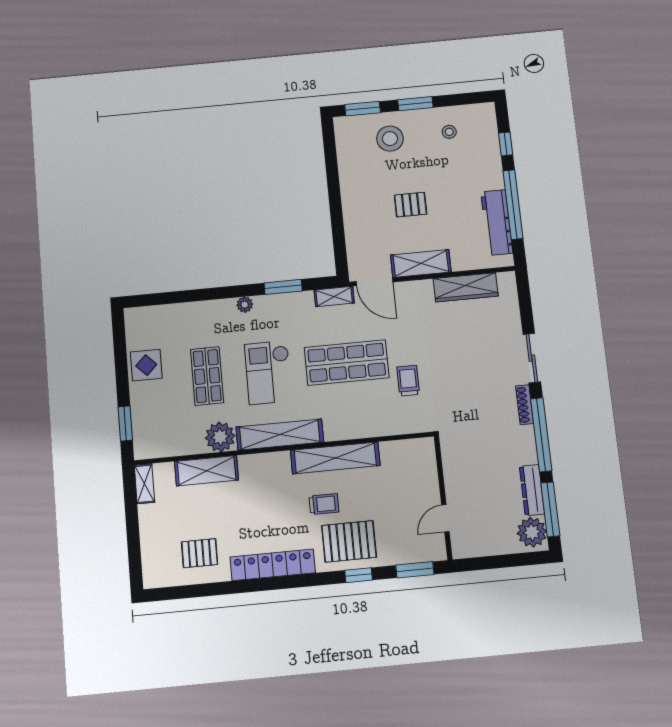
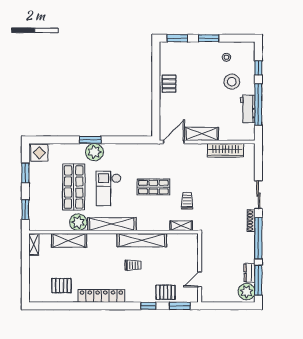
stool: (390, 139) -> (232, 82), moved
pallet: (411, 205) -> (169, 84), moved, turned 90
workbench: (497, 222) -> (248, 109), width x0.73
door: (374, 282) -> (174, 142), swing flipped
window: (283, 287) -> (90, 140), moved
shelving: (334, 297) -> (181, 226), moved
plant: (245, 305) -> (94, 152), width x1.87, depth x1.87
window: (121, 360) -> (25, 173), added
shop shelf: (347, 363) -> (153, 187), width x0.70, depth x0.74
display table: (146, 365) -> (39, 153), moved
shop shelf: (207, 376) -> (74, 187), width x1.43, depth x1.36
dresser: (532, 490) -> (249, 273), width x0.70
pallet: (349, 541) -> (166, 292), moved, width x0.67, depth x0.71

